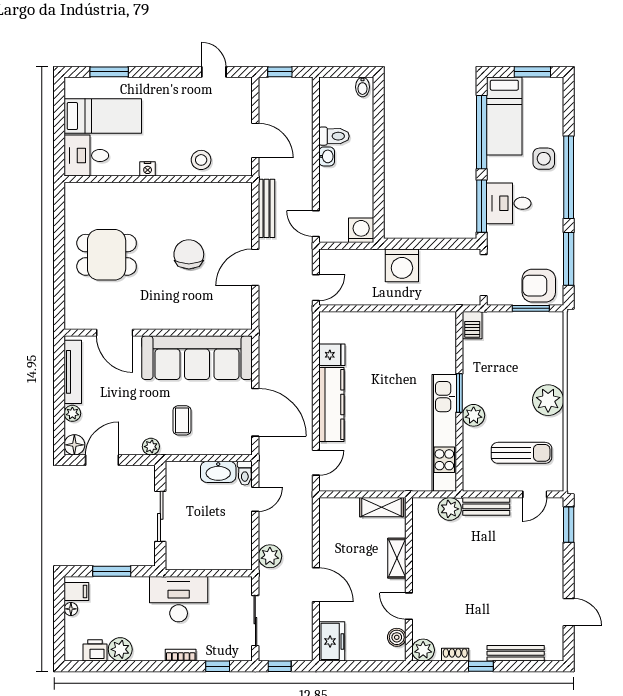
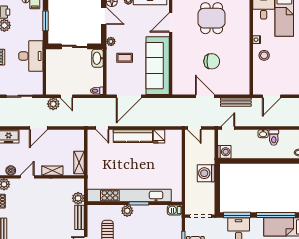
stool: (201, 160) -> (264, 55), moved
kitchen unit: (444, 433) -> (129, 195), width x1.36
washbasin: (218, 472) -> (98, 58), moved
door: (255, 499) -> (66, 96), moved

